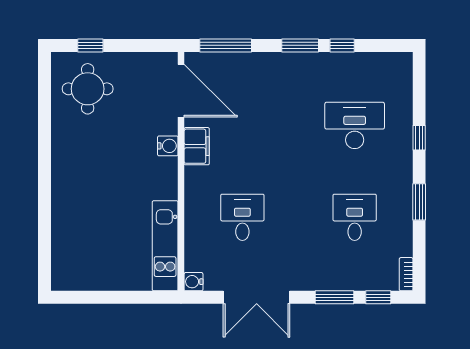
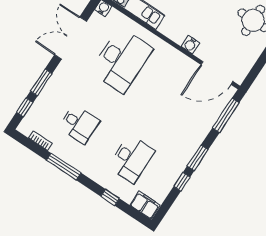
window: (419, 138) -> (110, 197), moved
filing cabinet: (197, 146) -> (145, 205), moved, turned 180
window: (419, 202) -> (64, 167), width x1.44
desk: (242, 217) -> (122, 60), width x1.87, depth x1.30
bookcase: (406, 274) -> (40, 141), moved

